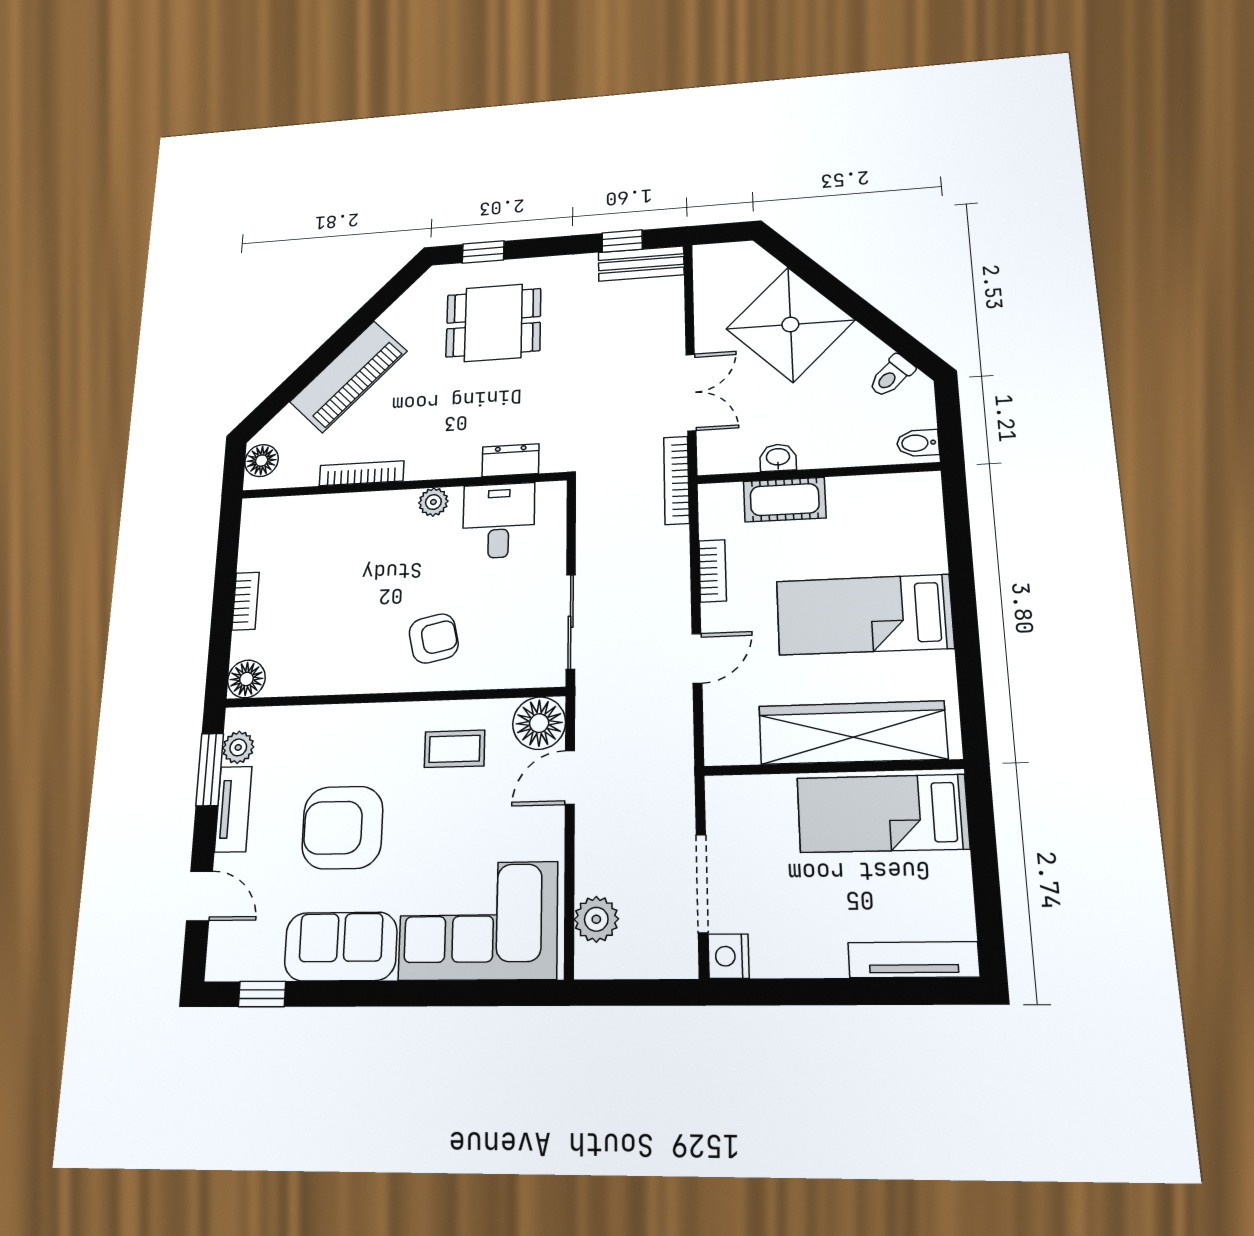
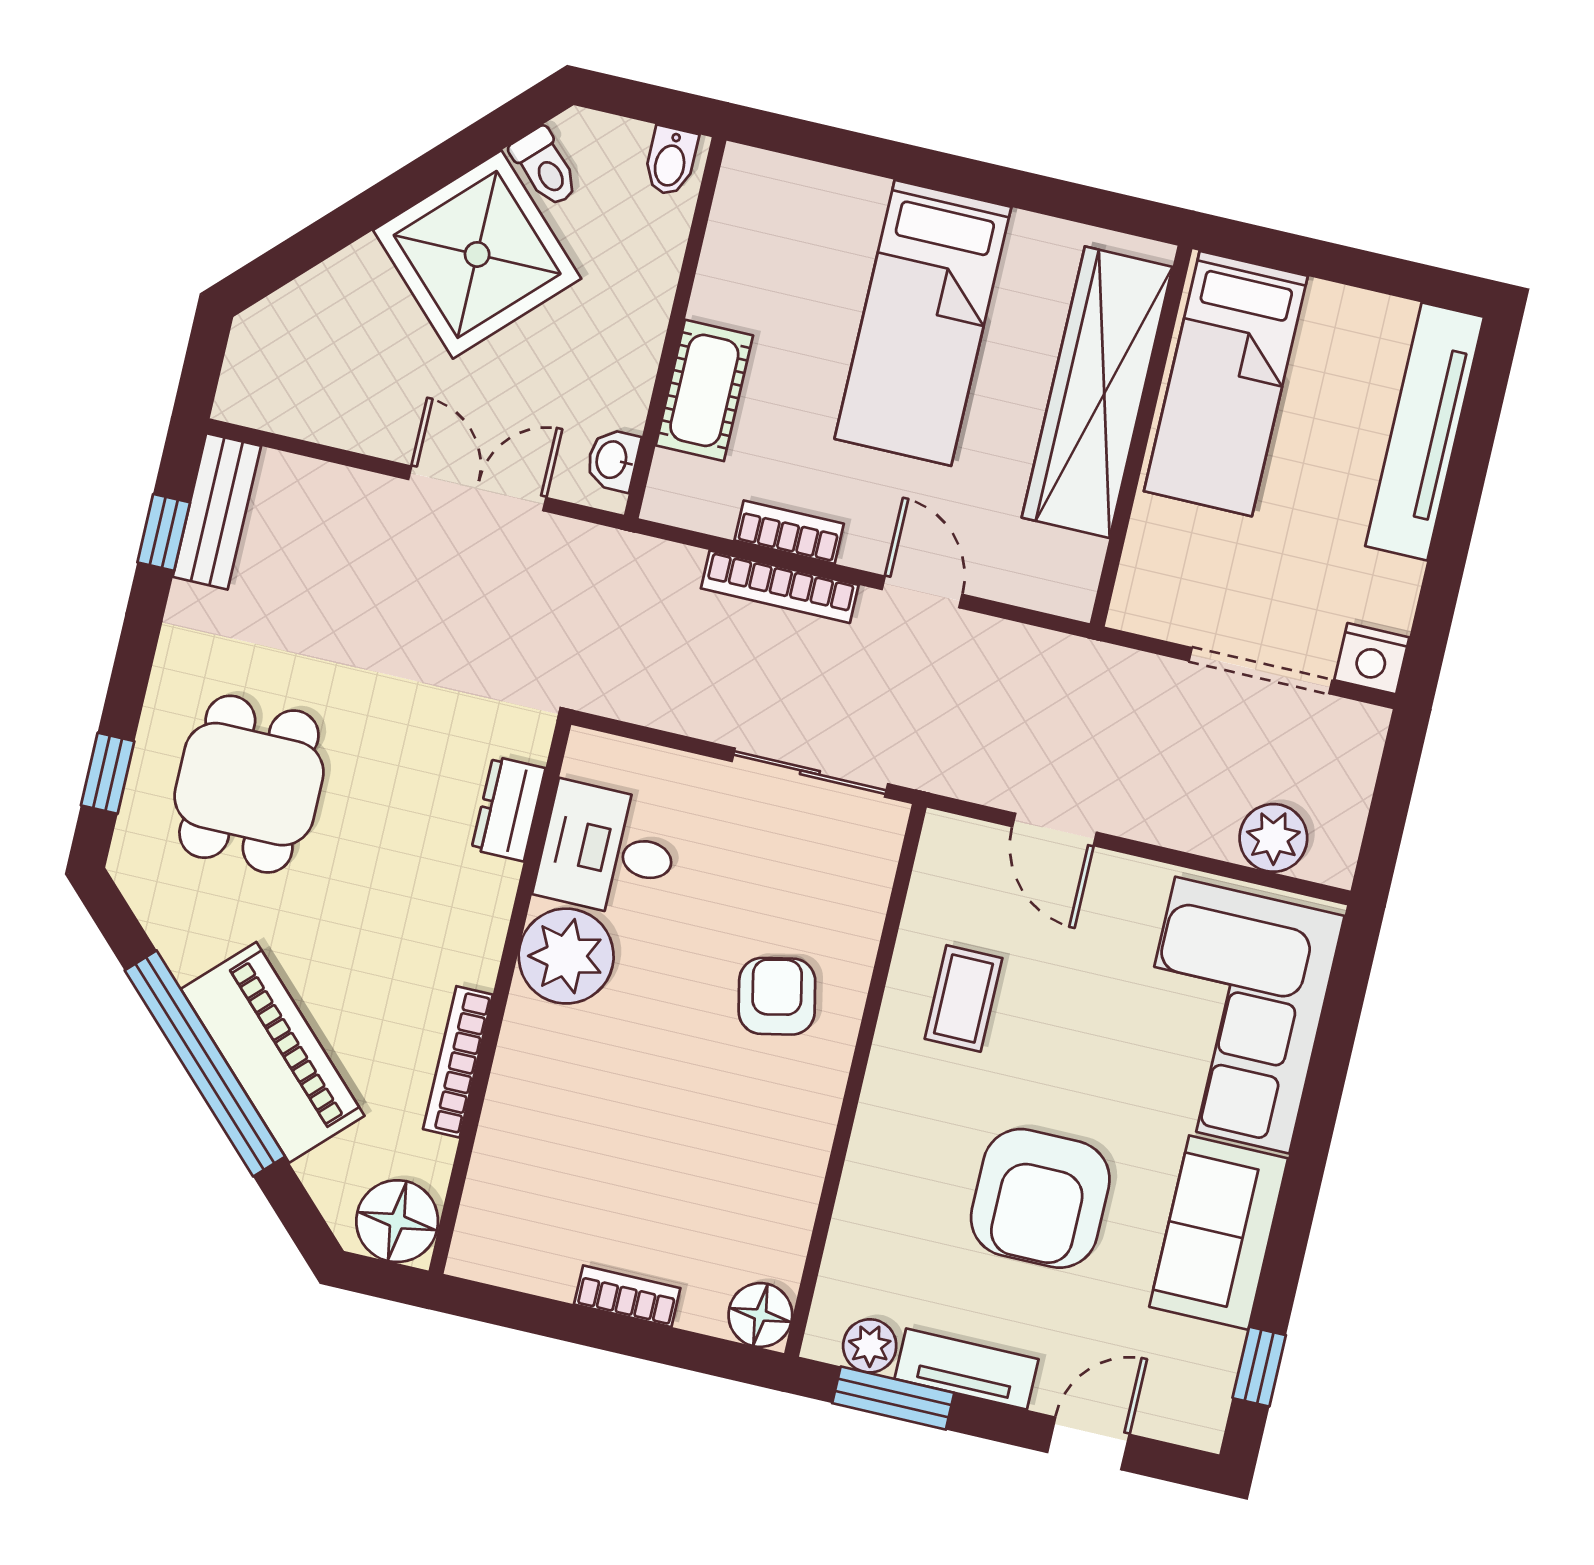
shower: (790, 325) -> (477, 254), moved
window: (336, 344) -> (205, 1063), added
washbasin: (778, 458) -> (613, 460), moved
floor lamp: (262, 461) -> (397, 1221), width x1.38, depth x1.38
bookcase: (676, 480) -> (780, 587), moved
plant: (433, 502) -> (566, 956), width x1.88, depth x1.88
floor lamp: (539, 723) -> (958, 858), removed
tv unit: (913, 960) -> (1425, 431), width x1.36, depth x1.29

